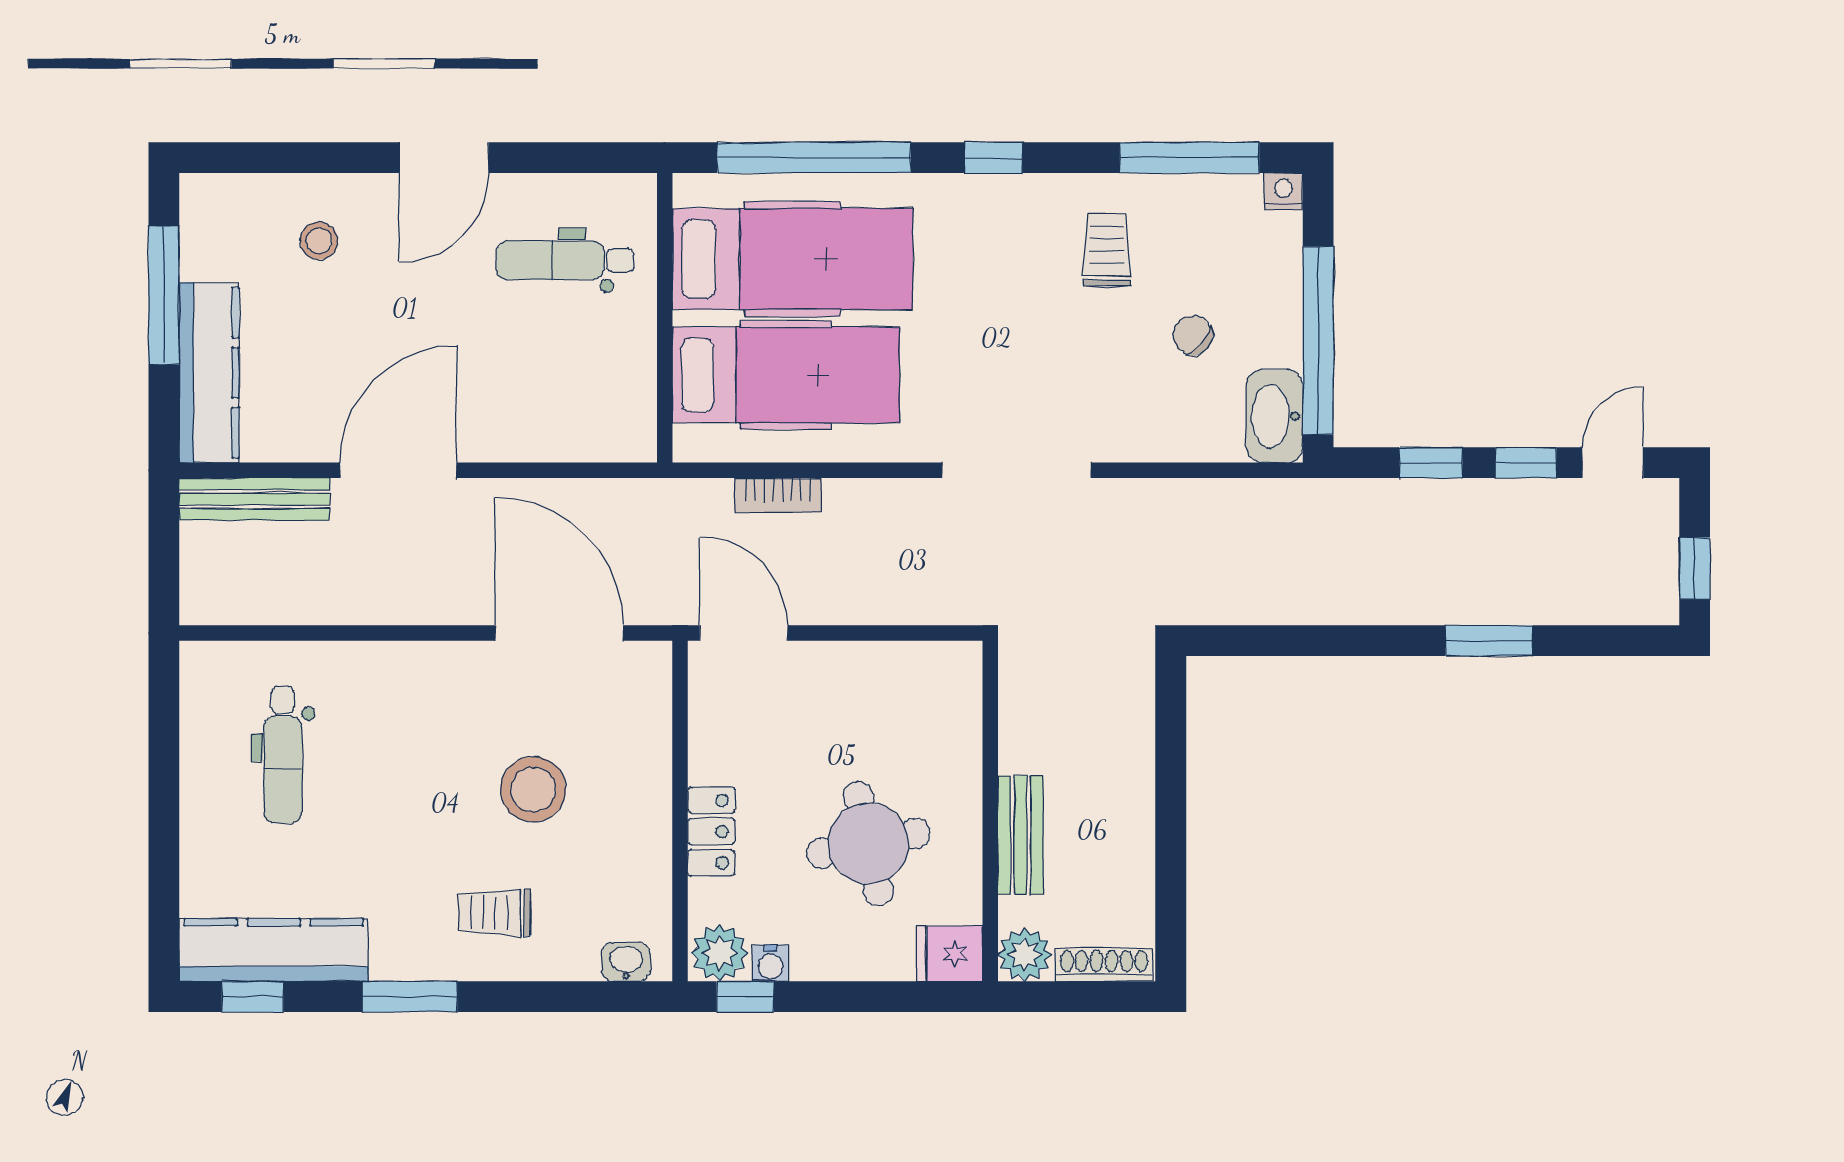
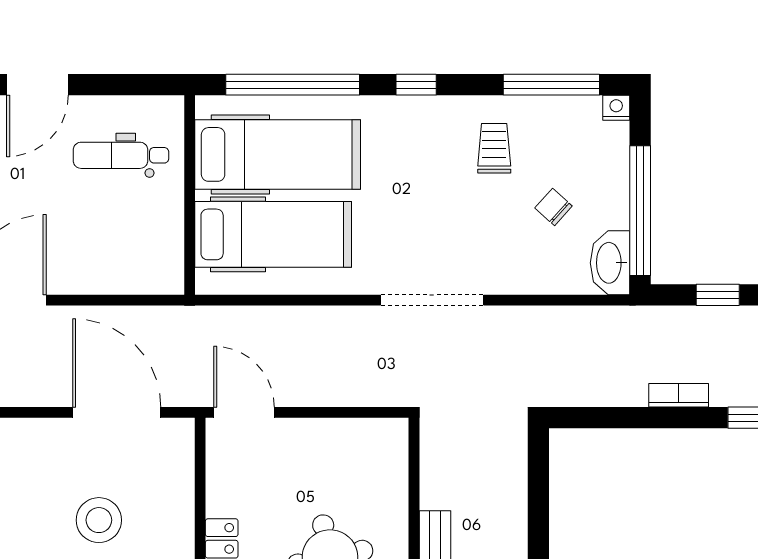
bookcase: (778, 495) -> (679, 395), moved, turned 180

